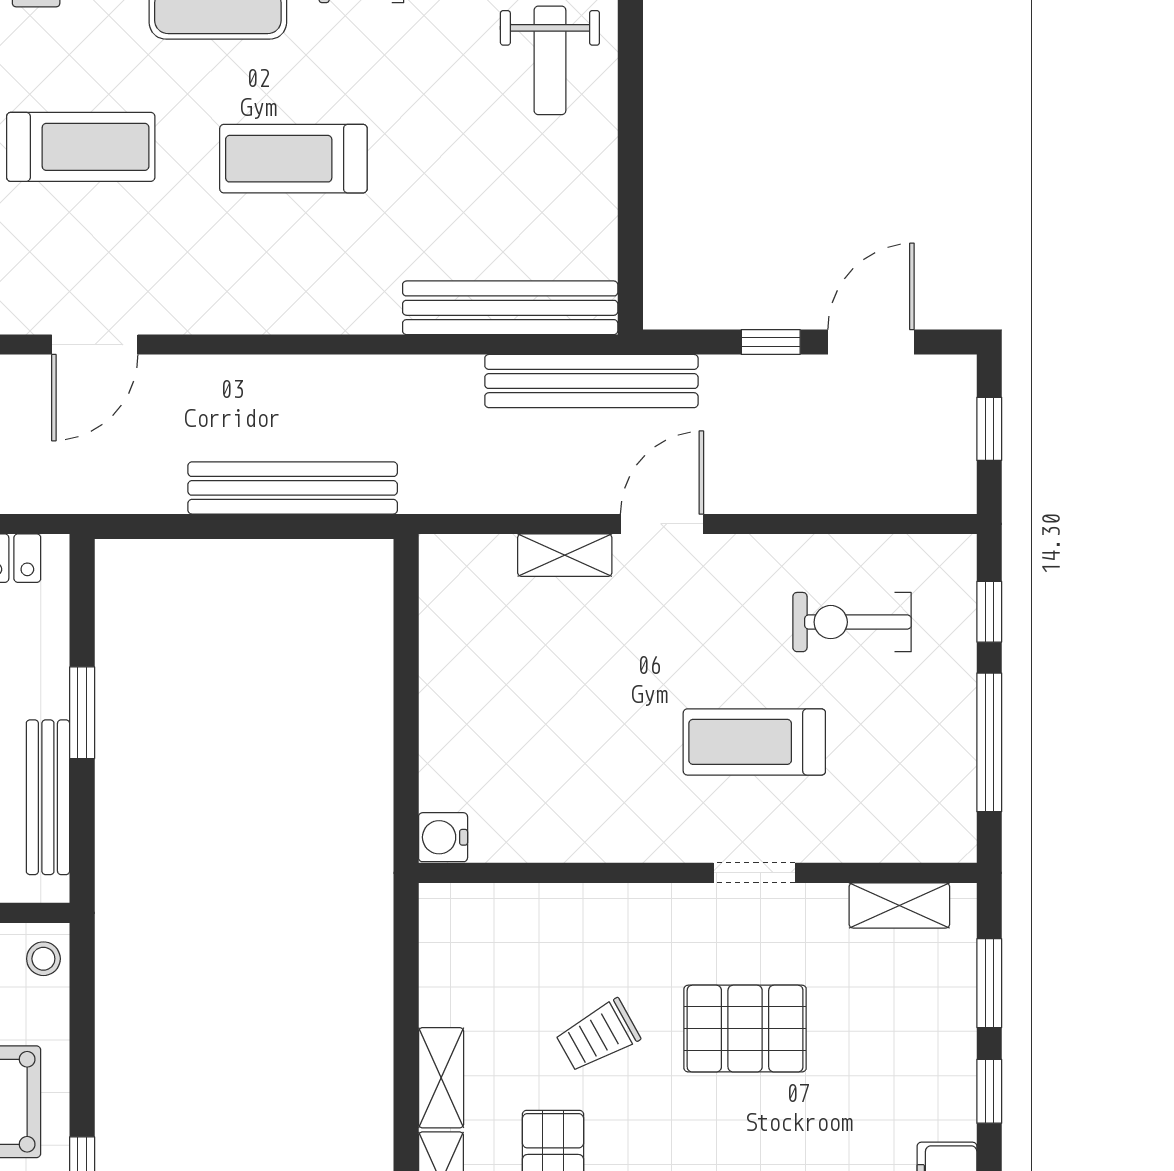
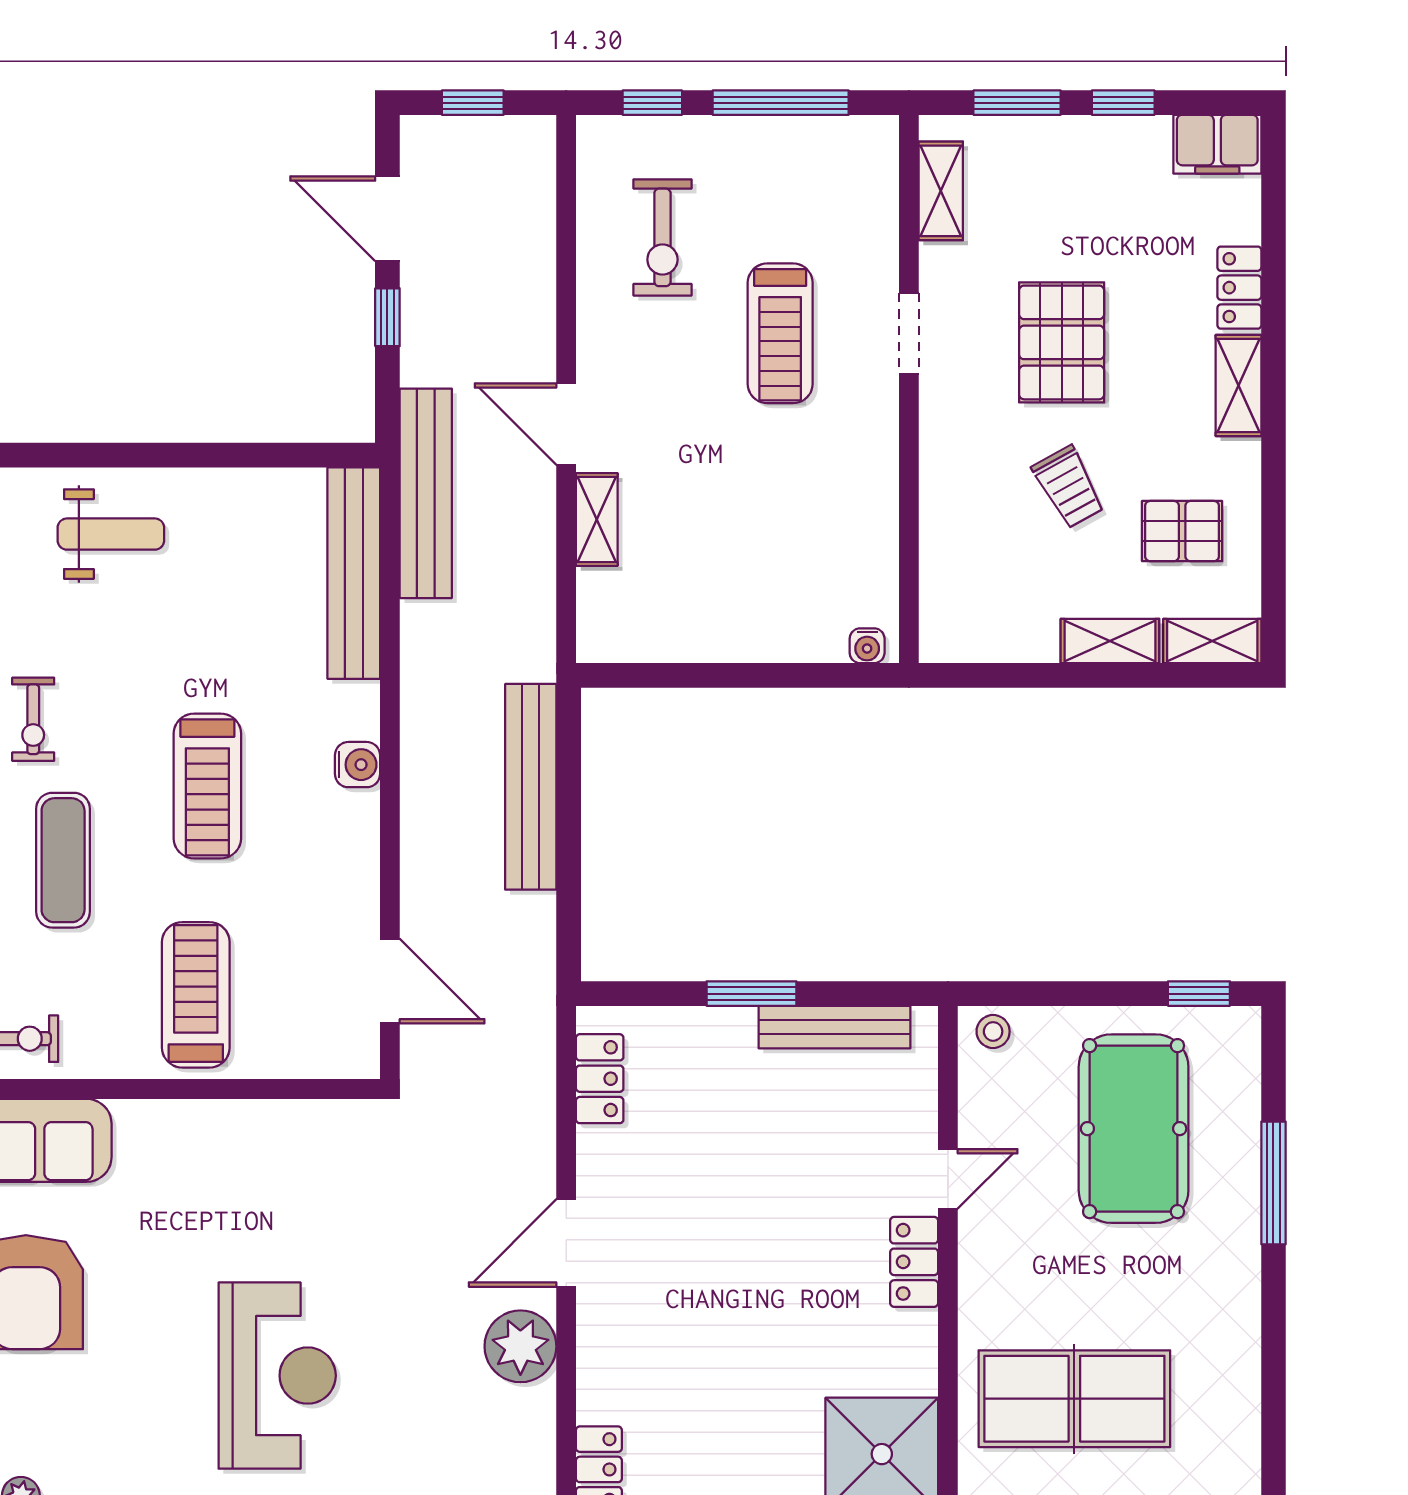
water cooler: (315, 312) -> (357, 765), added
water cooler: (443, 837) -> (867, 646), width x0.72, depth x0.72

